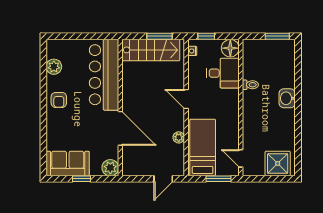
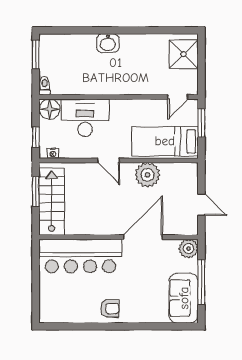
plant: (54, 67) -> (71, 314), removed
desk: (223, 73) -> (85, 118), width x1.37
toilet: (250, 85) -> (45, 86), moved
door: (186, 99) -> (109, 160), hinge flipped
plant: (179, 137) -> (147, 175), width x1.87, depth x1.87
window: (81, 179) -> (201, 282), width x2.17
door: (163, 179) -> (201, 205), moved

